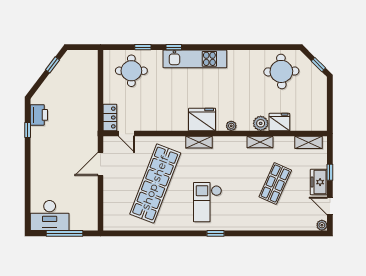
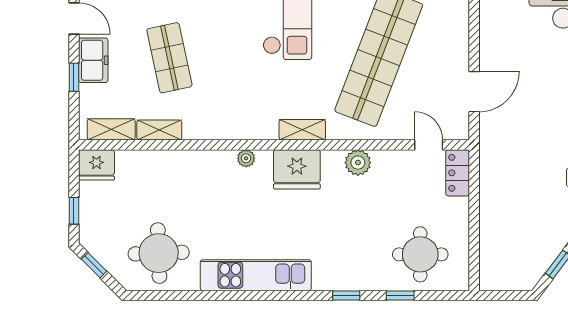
kitchen unit: (195, 59) -> (256, 275), moved
window: (330, 96) -> (74, 211), added
fridge: (279, 122) -> (96, 165), moved
plant: (261, 123) -> (358, 163), moved
shelving: (260, 142) -> (159, 130), moved
shop shelf: (275, 183) -> (169, 58), turned -36

